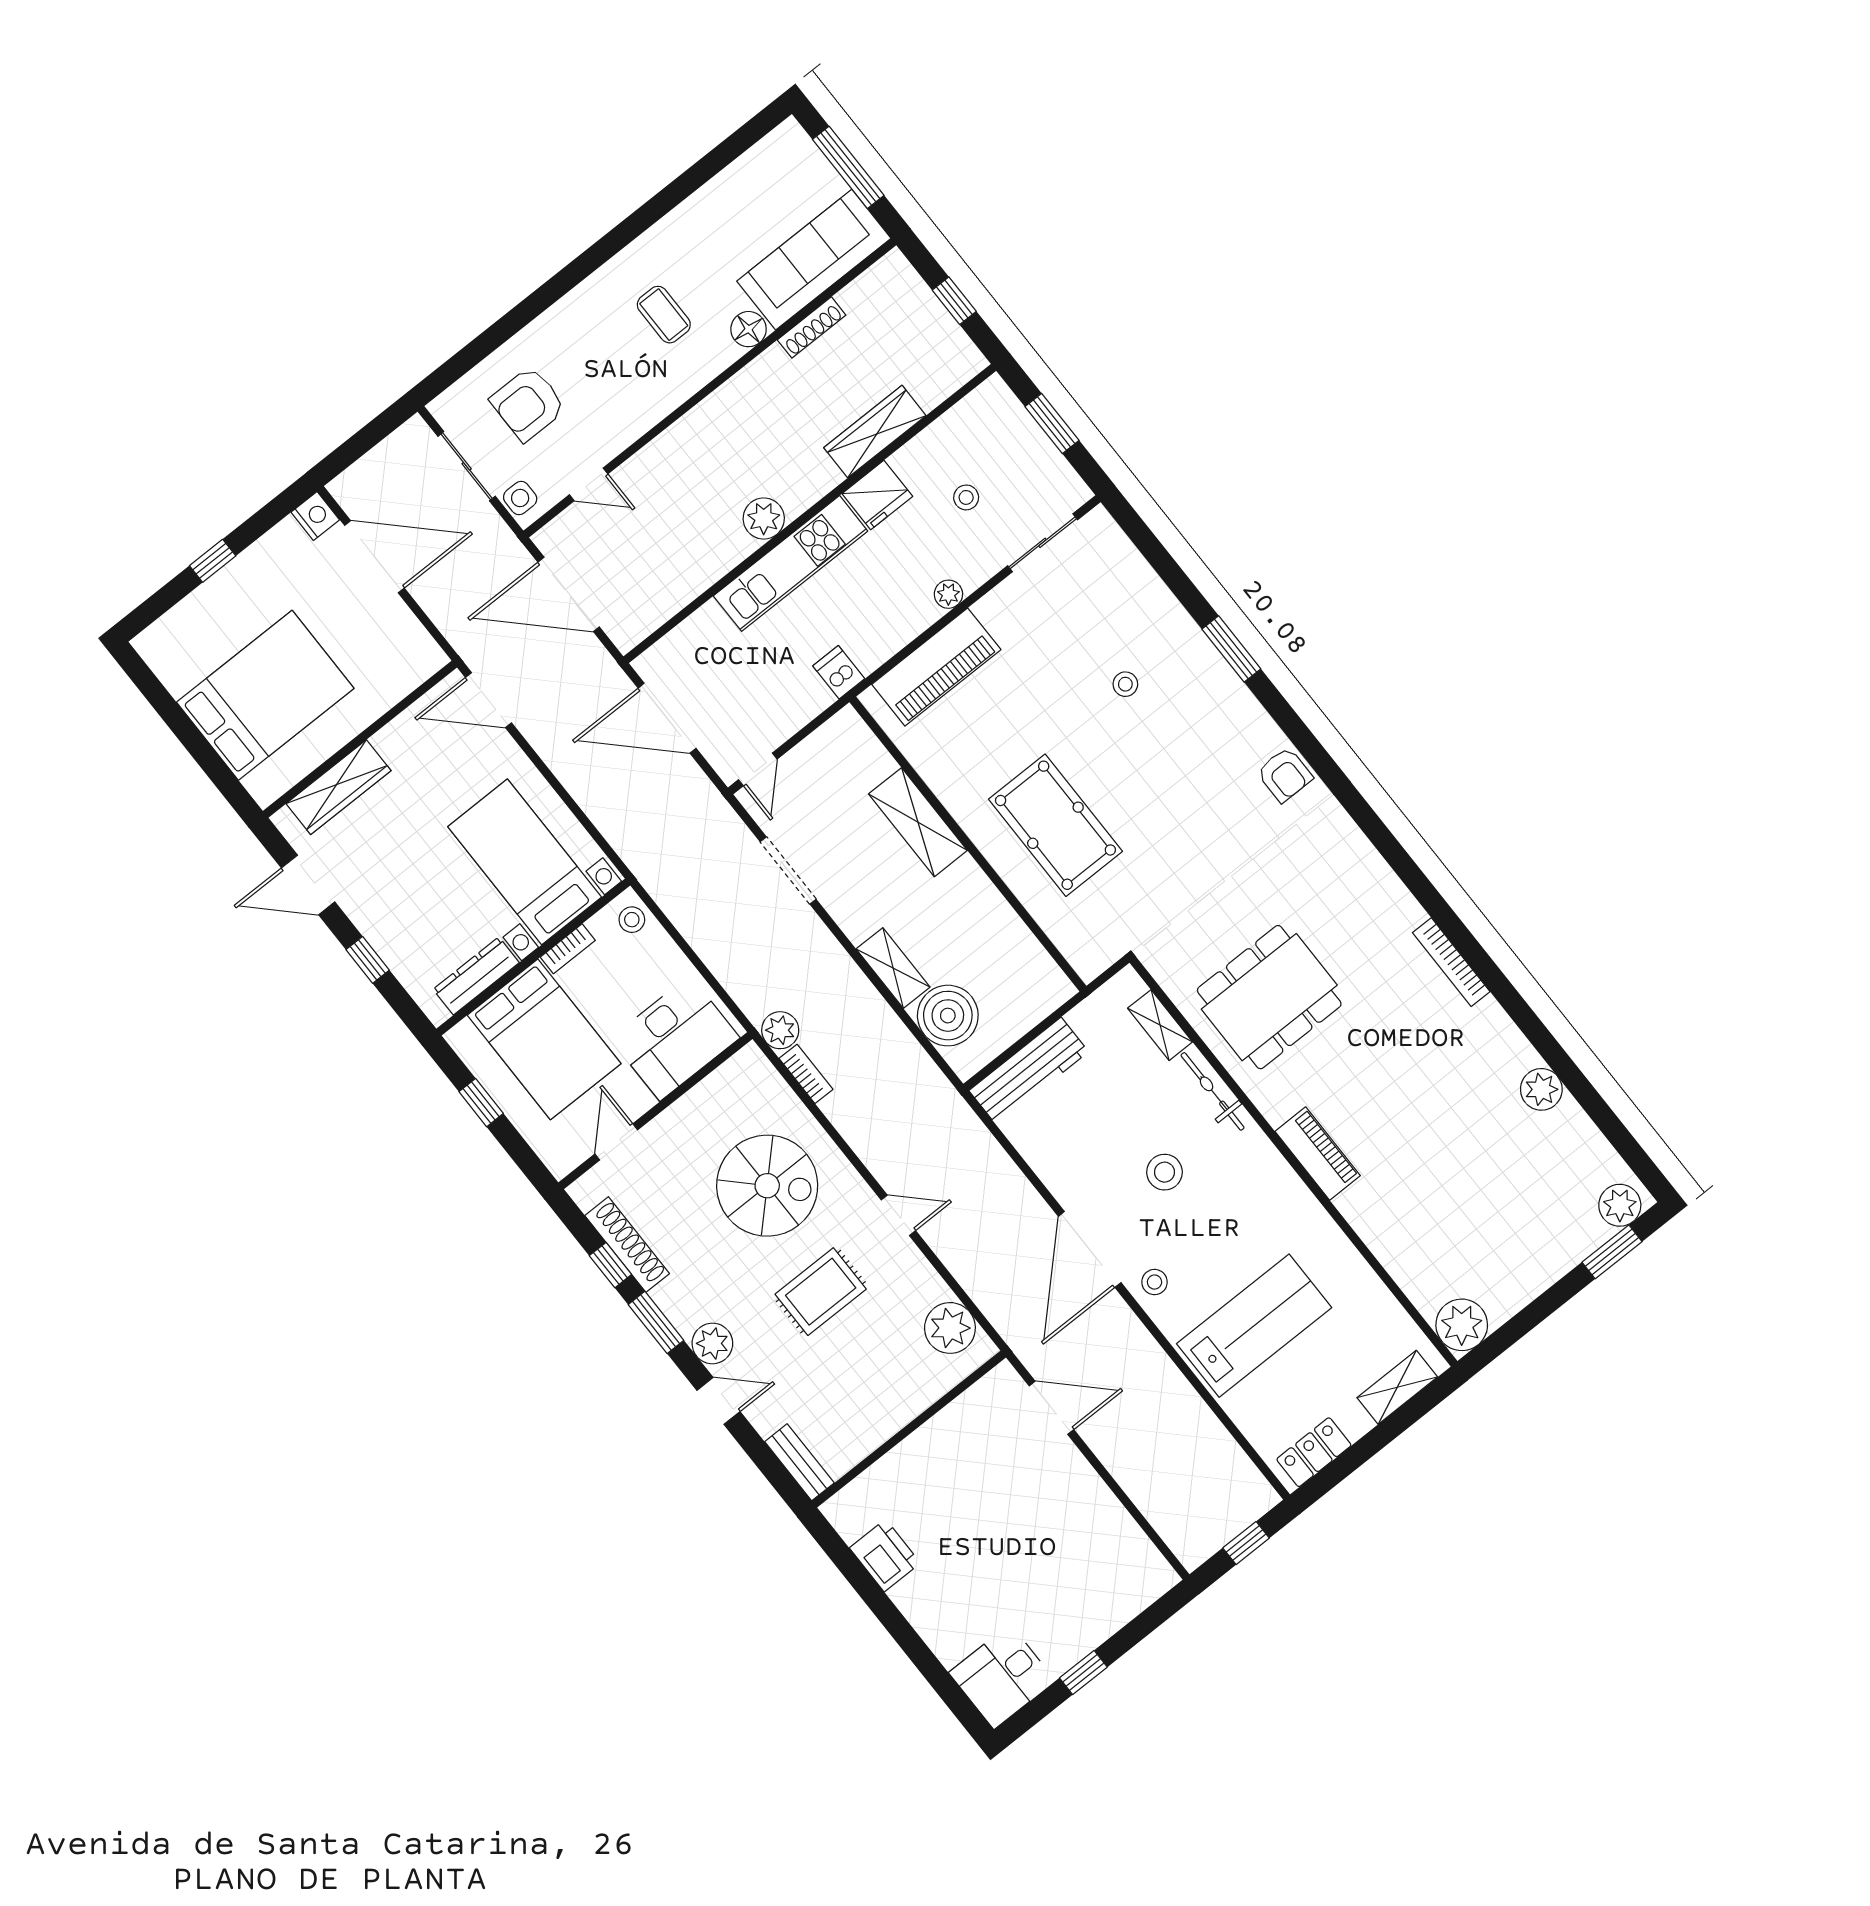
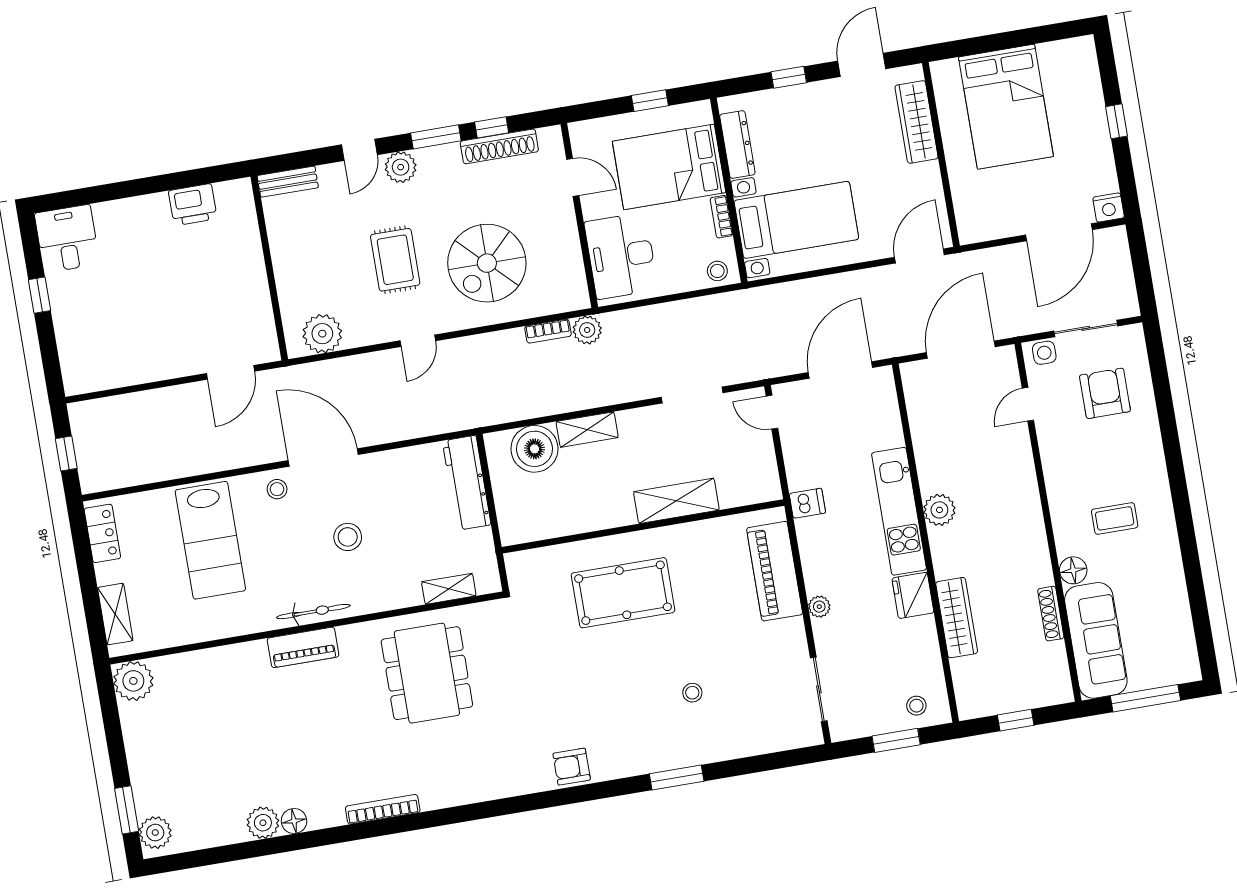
stool: (966, 497) -> (916, 706), moved
floor lamp: (1520, 1055) -> (294, 821), added
bicycle: (1213, 1091) -> (313, 612), moved

